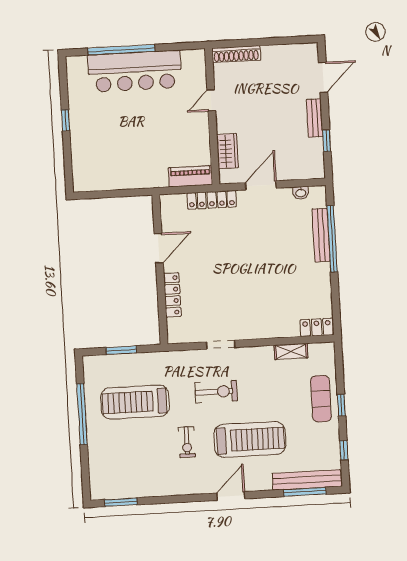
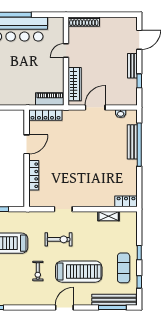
wardrobe: (227, 151) -> (75, 84), width x1.50
locker: (212, 200) -> (45, 115), moved
exercise mat: (321, 399) -> (124, 268), moved

